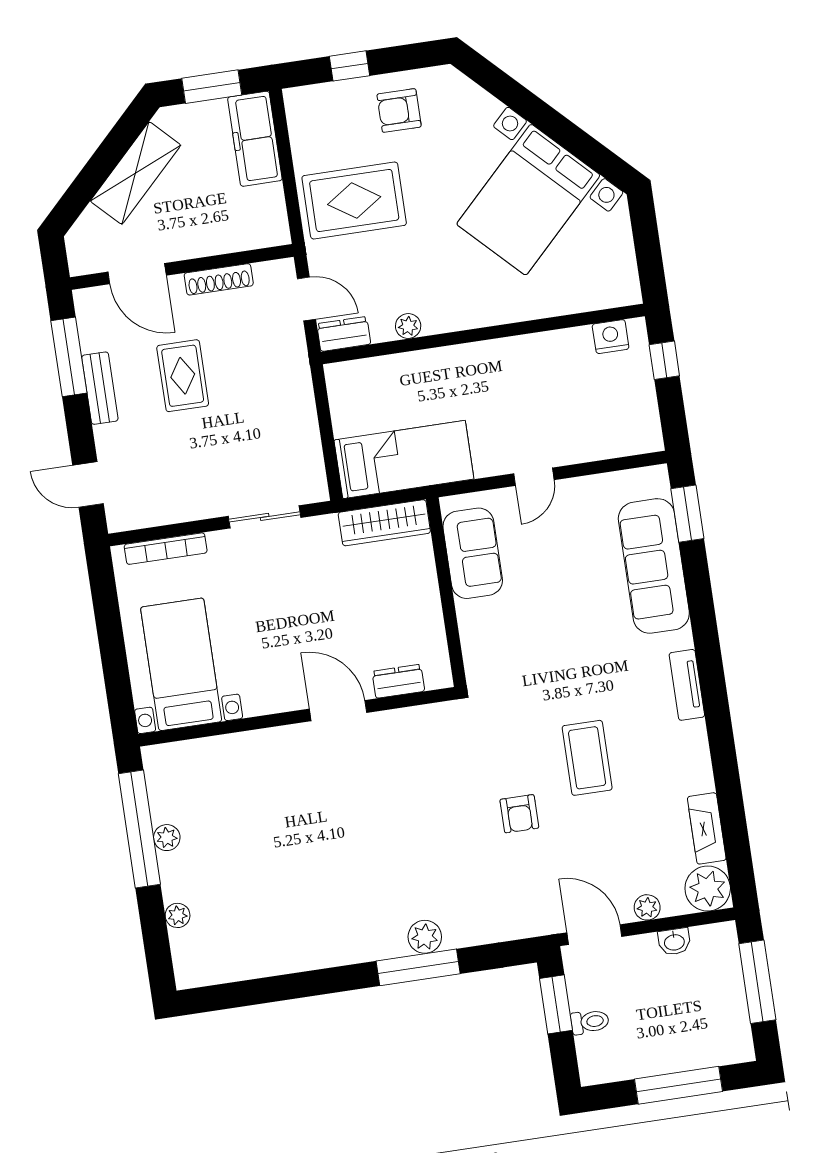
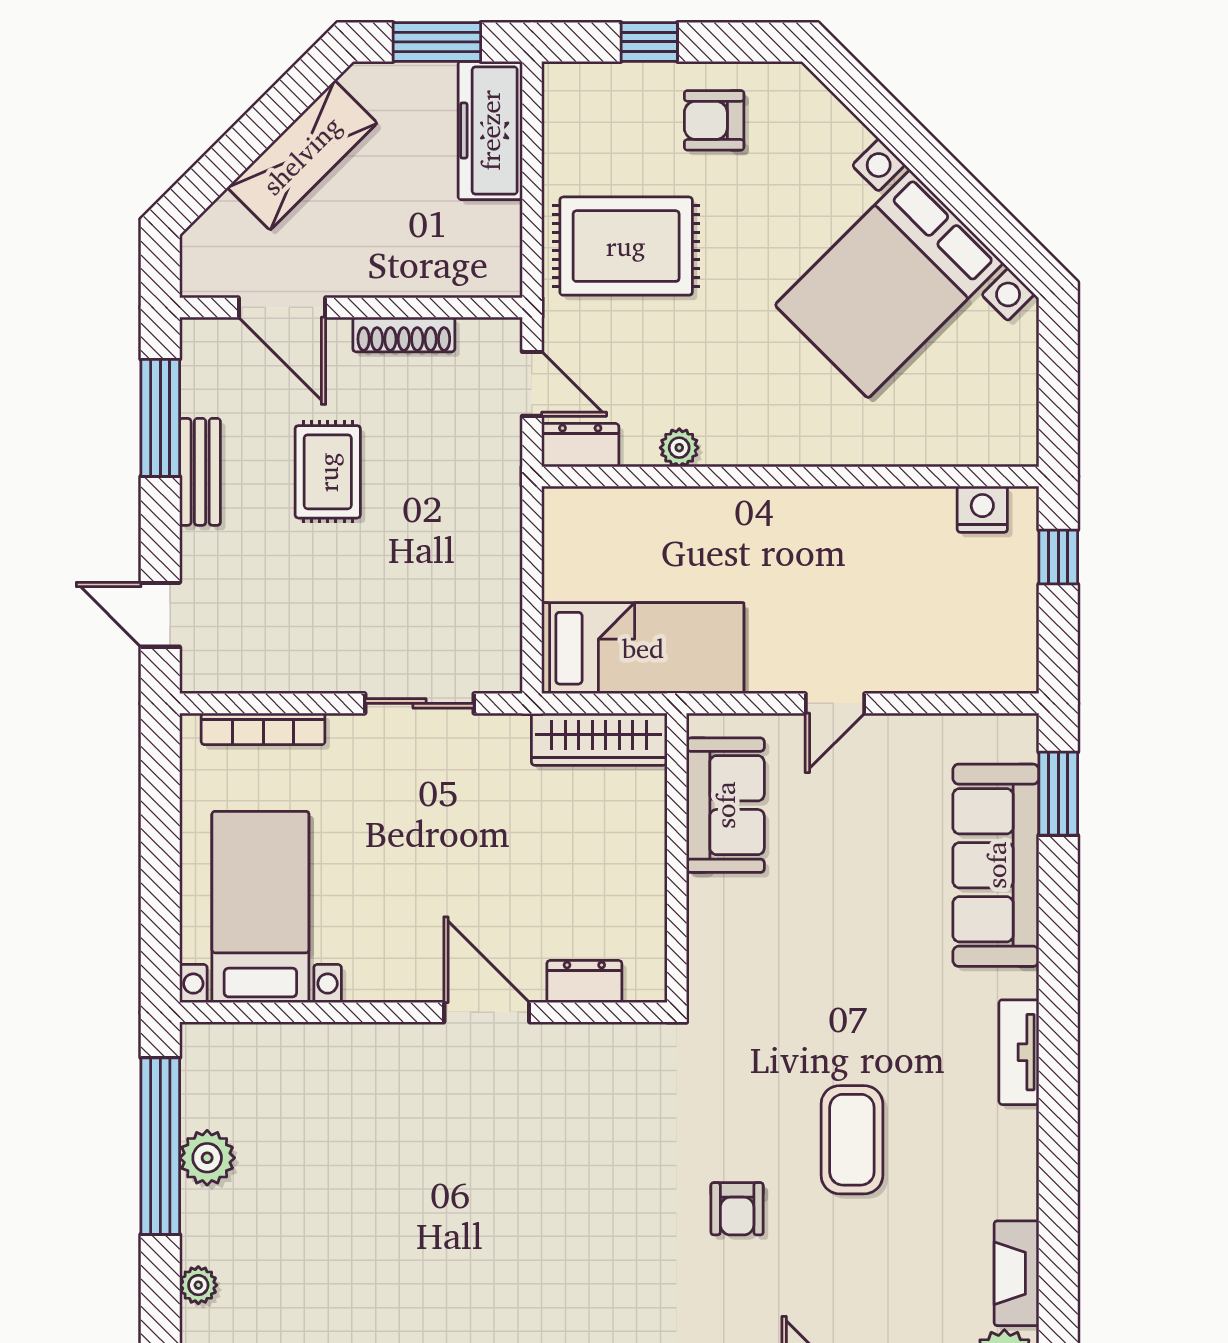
plant: (167, 838) -> (207, 1158), width x1.38, depth x1.38

